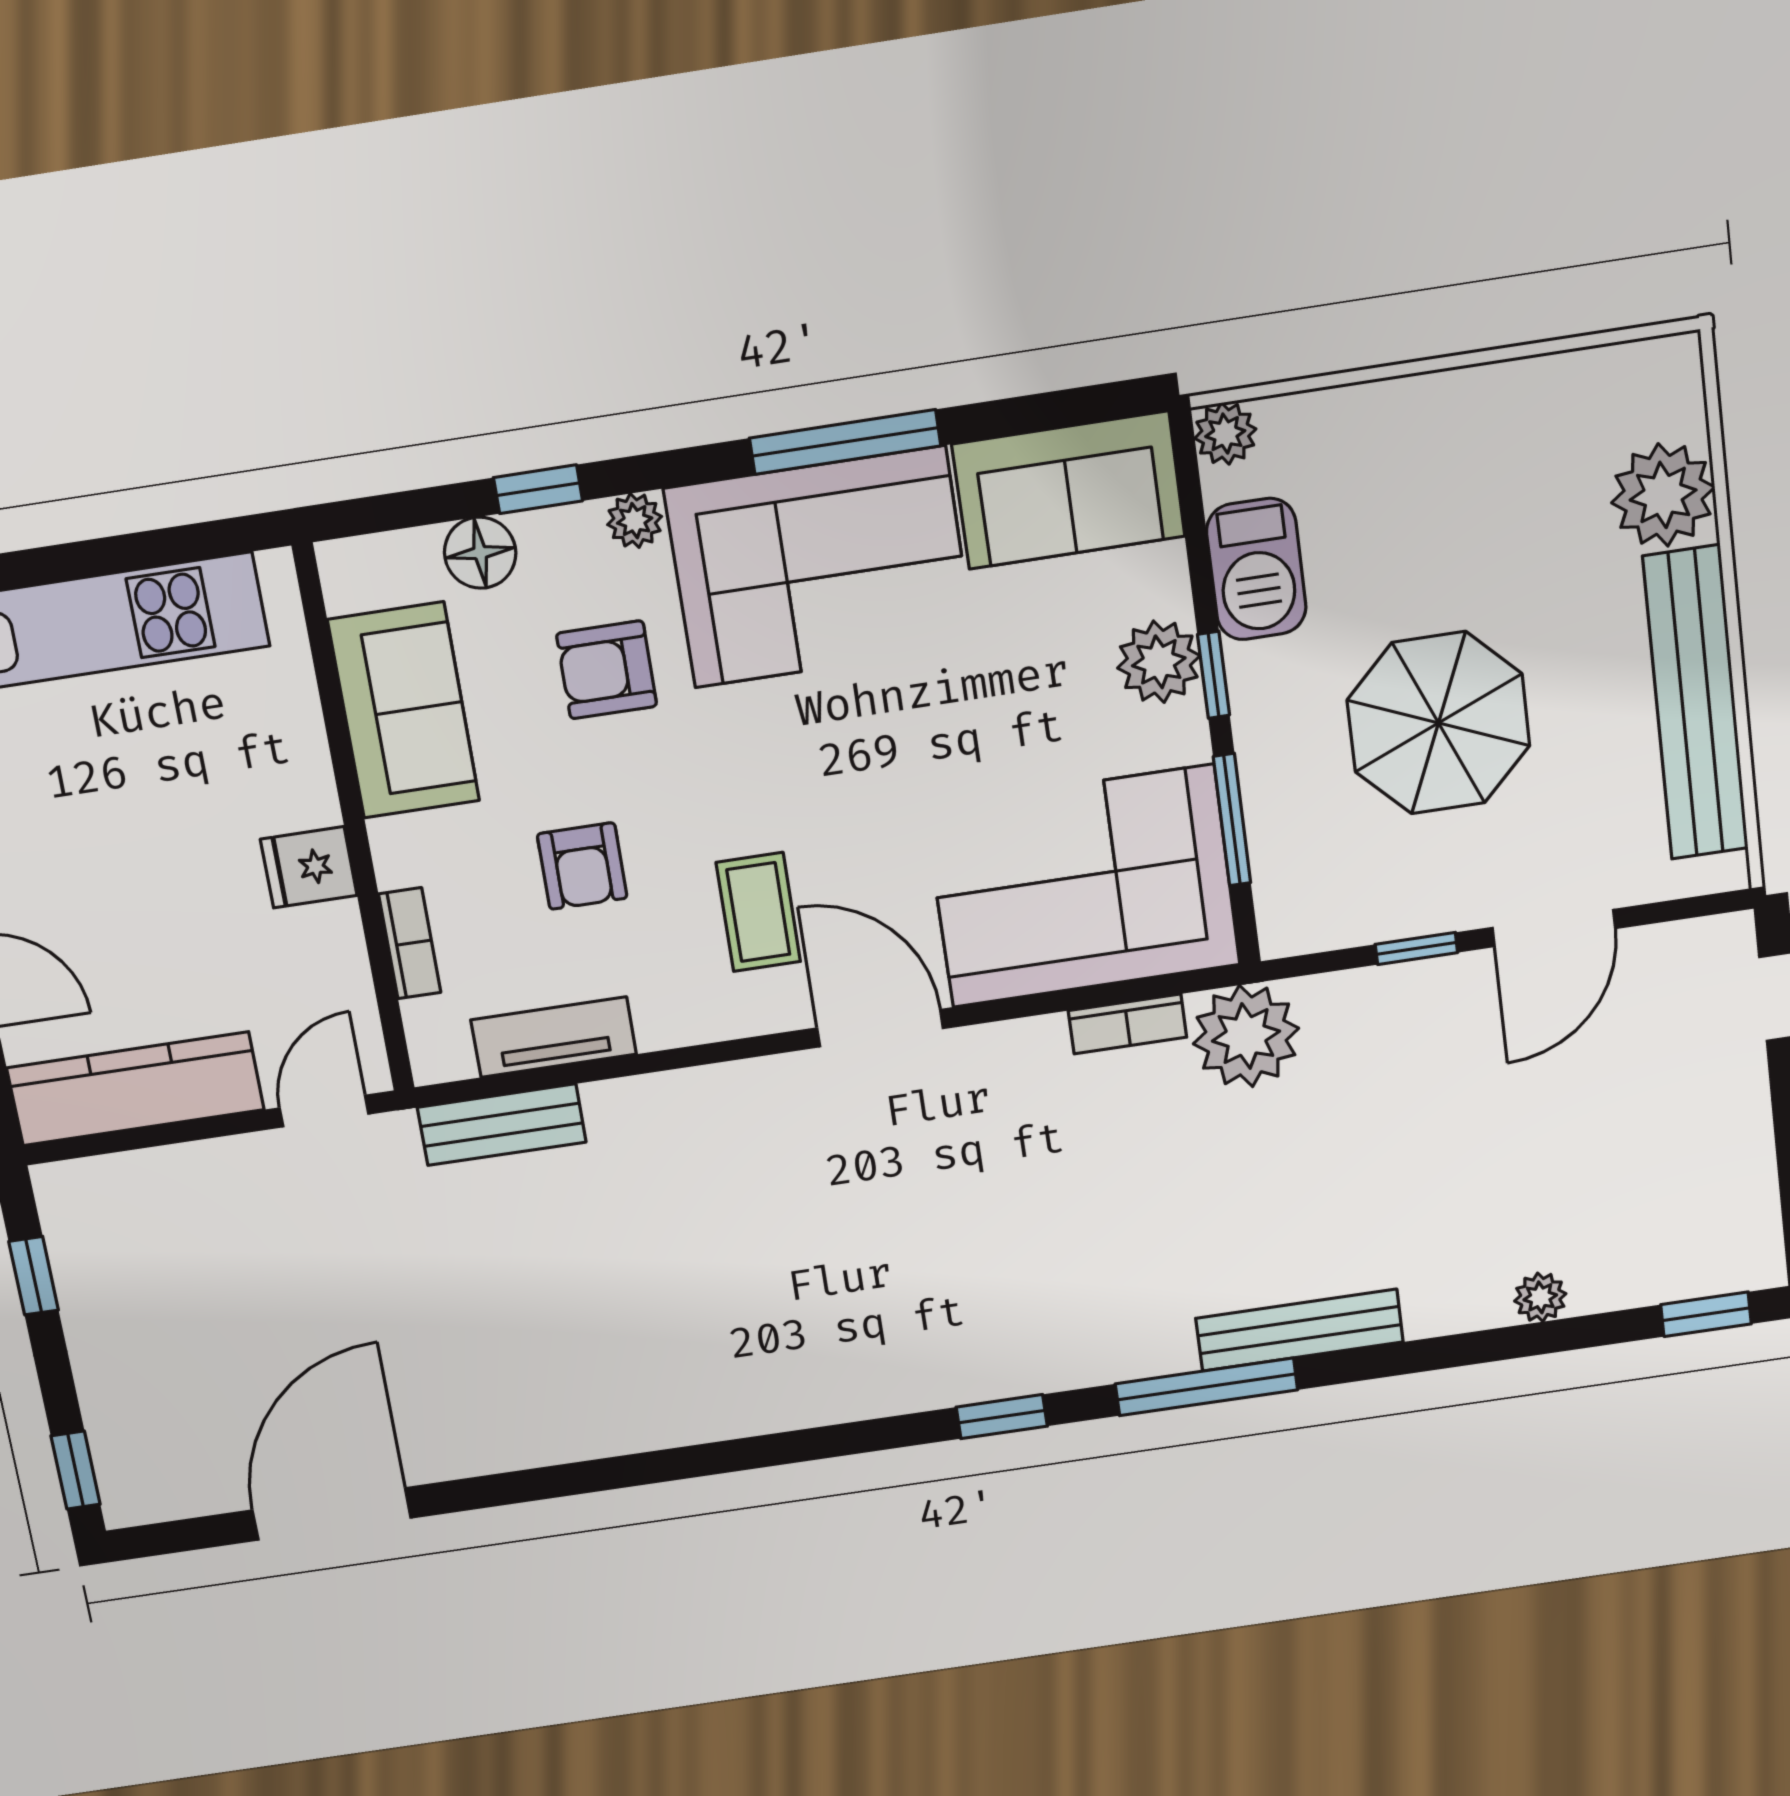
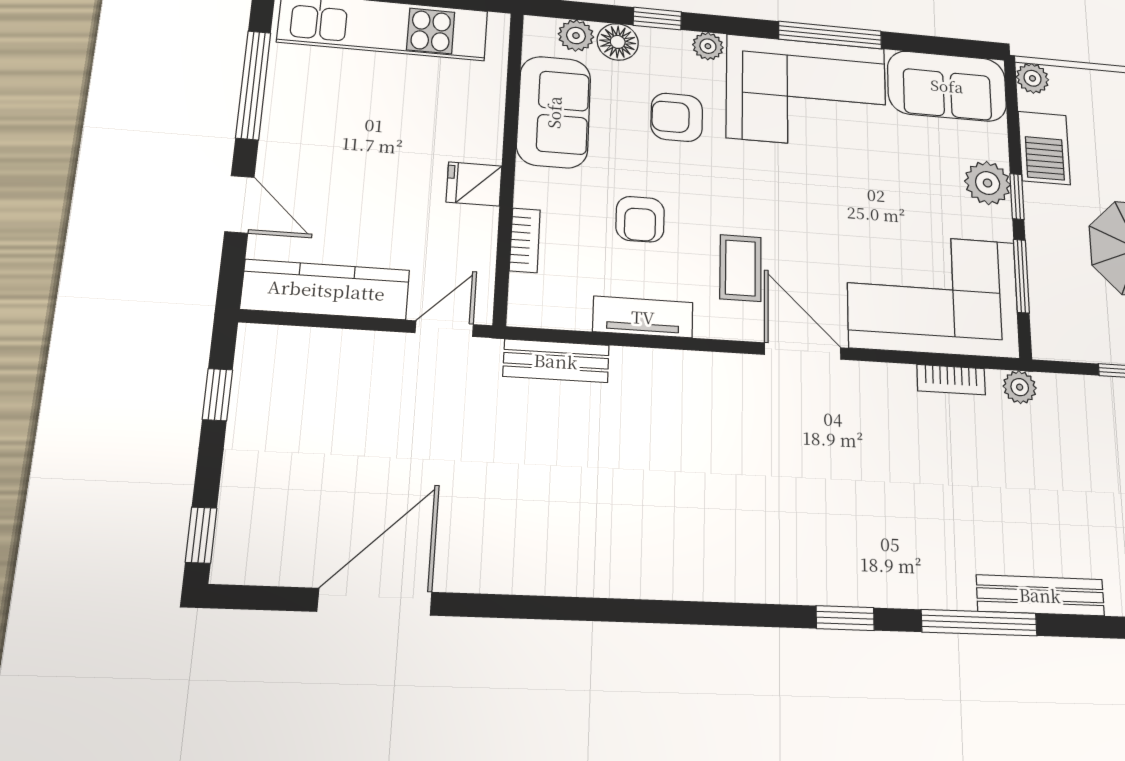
plant: (408, 559) -> (576, 36), added
plant: (1246, 1036) -> (1020, 387), width x0.53, depth x0.53
tv unit: (554, 1037) -> (643, 317), moved

